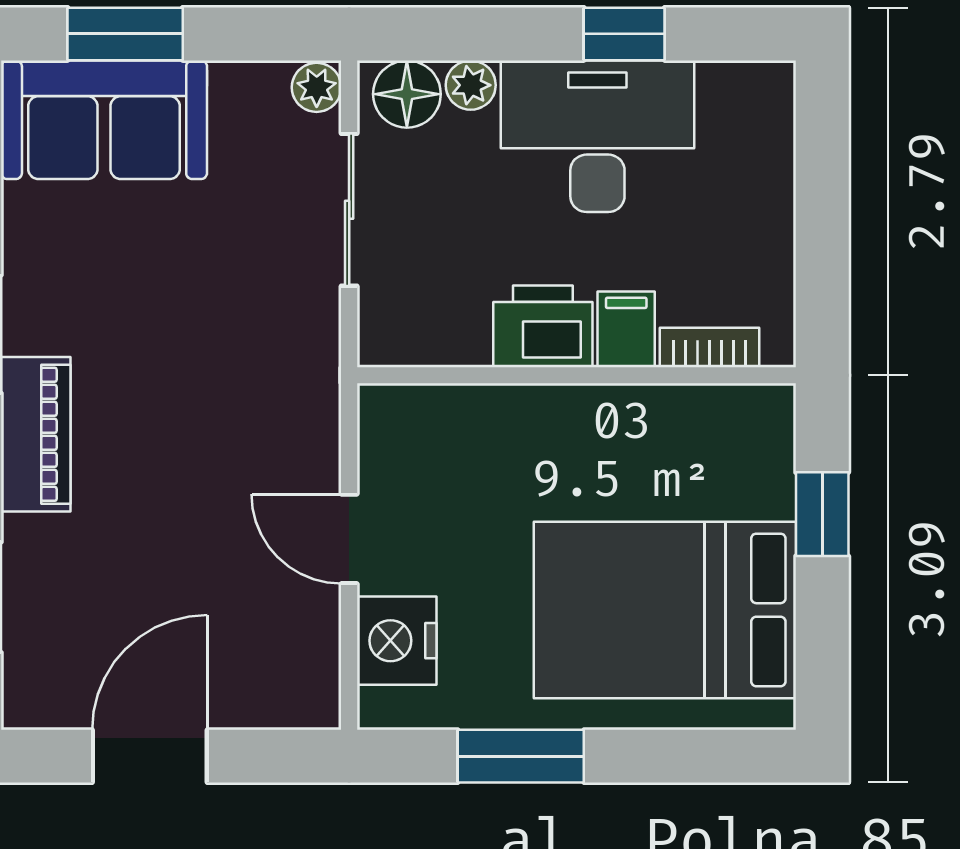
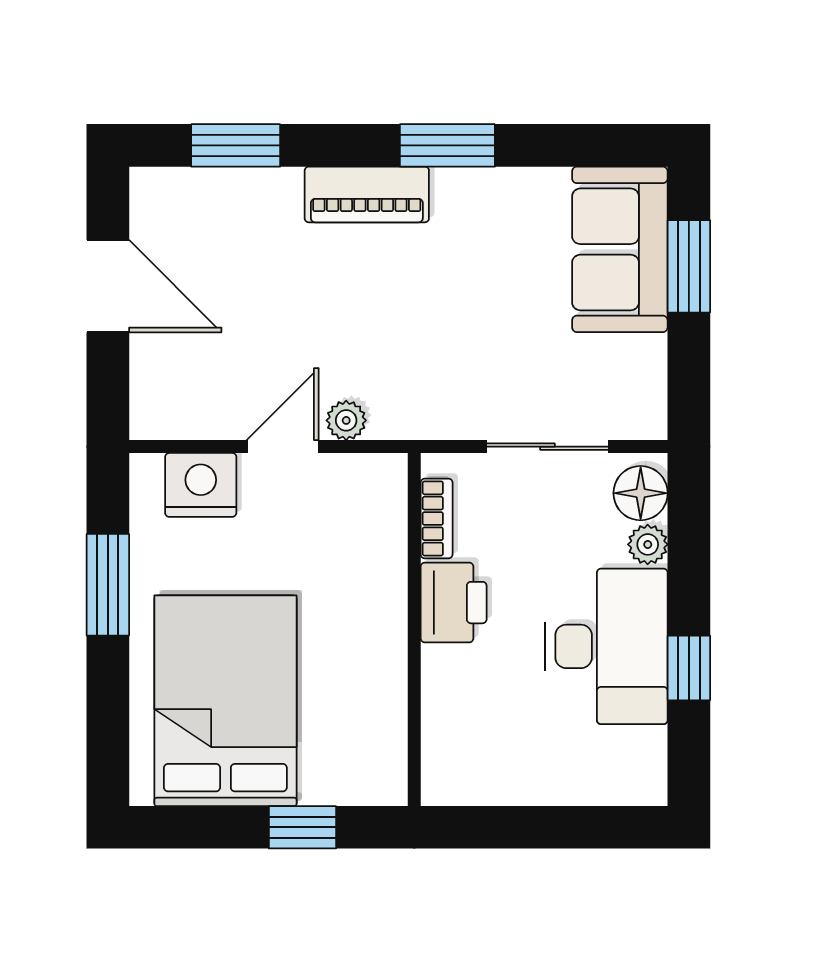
plant: (317, 87) -> (346, 420), moved
filing cabinet: (626, 329) -> (451, 670), removed
bookcase: (710, 348) -> (437, 518), moved

